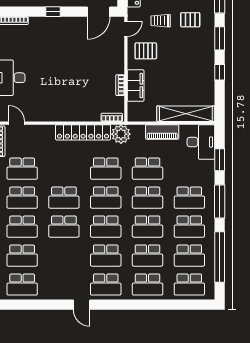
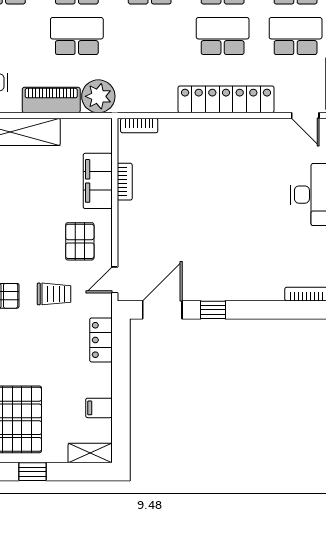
window: (53, 12) -> (213, 310), moved
pallet: (146, 51) -> (80, 241), turned 90
locker: (83, 132) -> (226, 99), moved
plant: (121, 134) -> (98, 96), moved
school desk: (106, 169) -> (223, 36), moved

